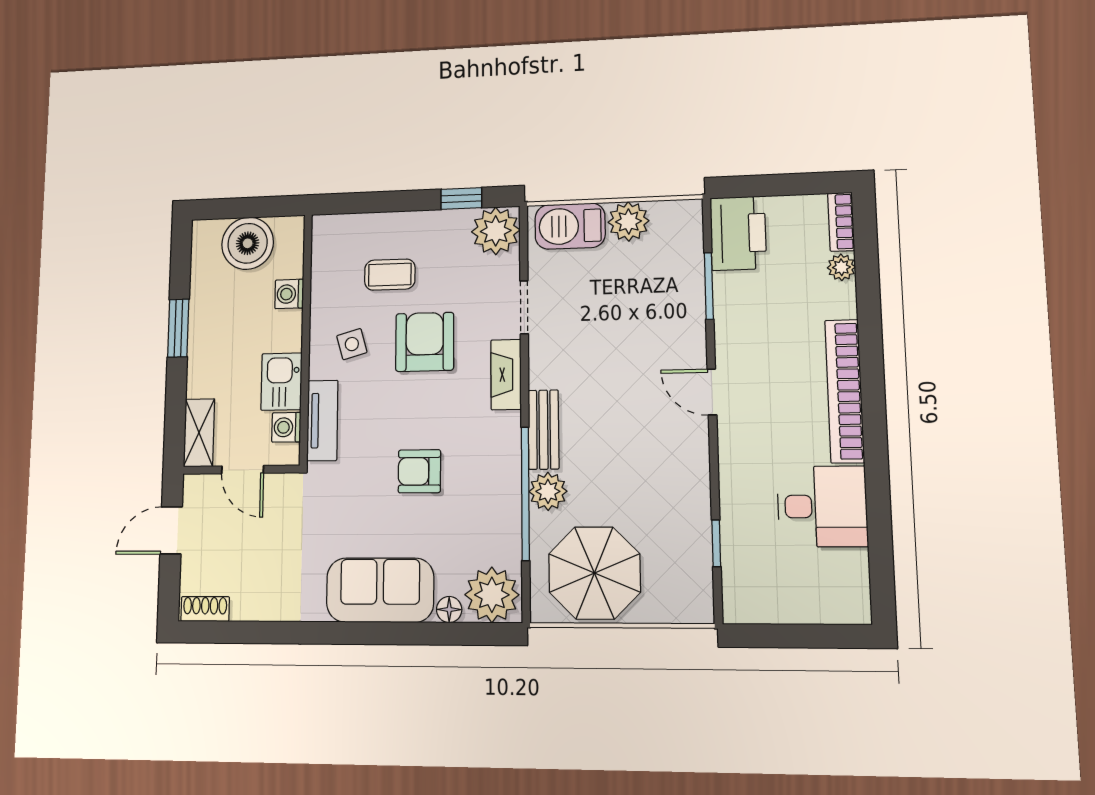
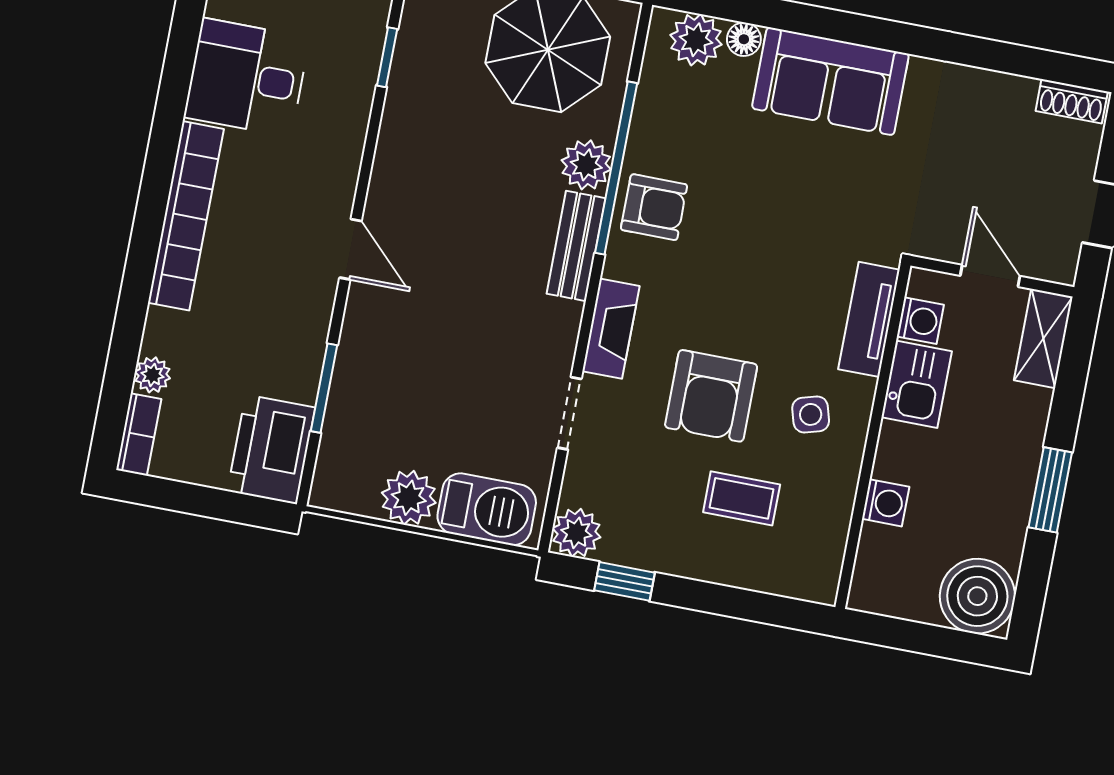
plant: (496, 231) -> (576, 533), width x0.73, depth x0.73
boiler: (248, 243) -> (977, 596), moved
armchair: (419, 471) -> (654, 207), moved
plant: (492, 595) -> (696, 40), width x0.73, depth x0.73

